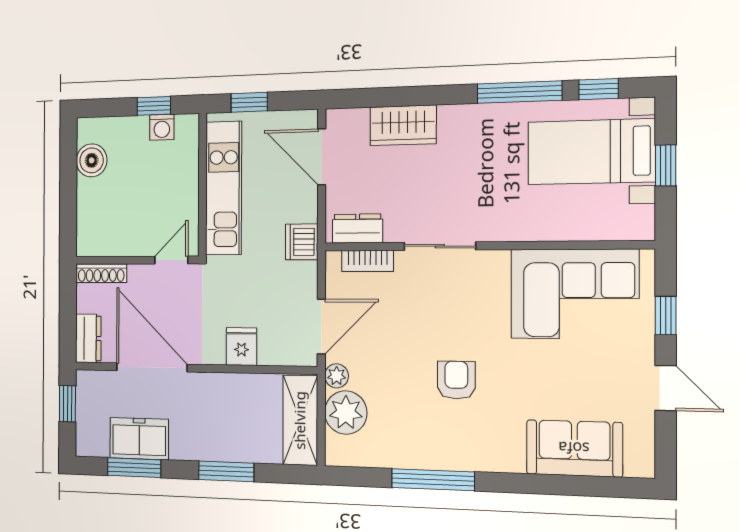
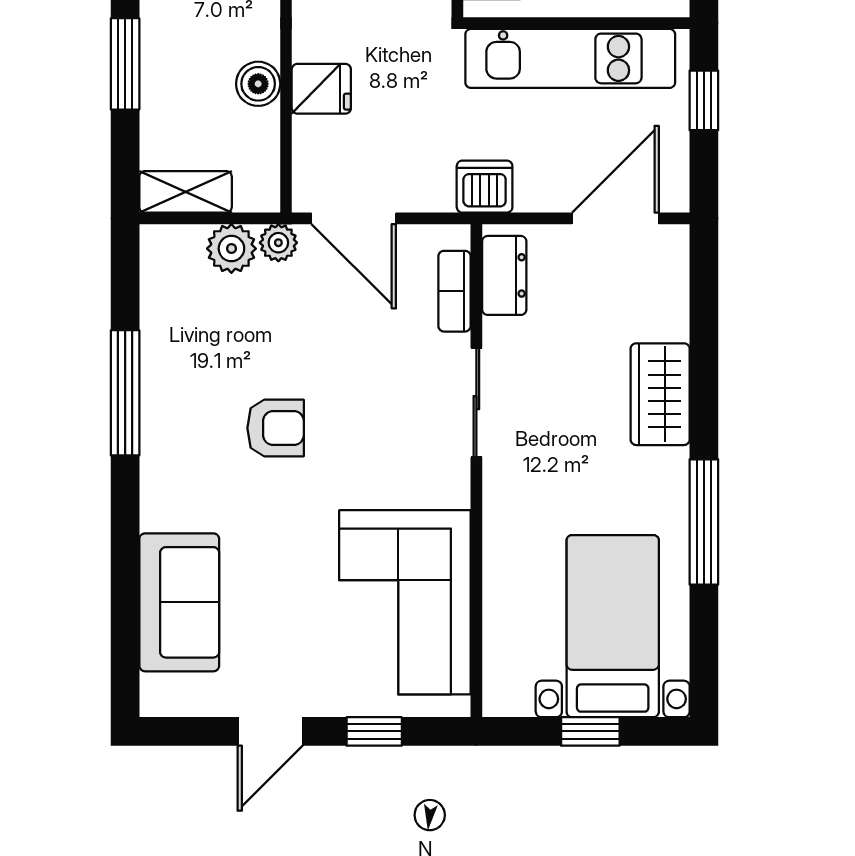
window: (599, 89) -> (704, 637), removed
wardrobe: (403, 125) -> (660, 394), moved
boiler: (238, 387) -> (258, 84), added
plant: (346, 412) -> (231, 249), width x0.73, depth x0.73
shelving: (300, 420) -> (186, 192), width x0.67, depth x0.75

